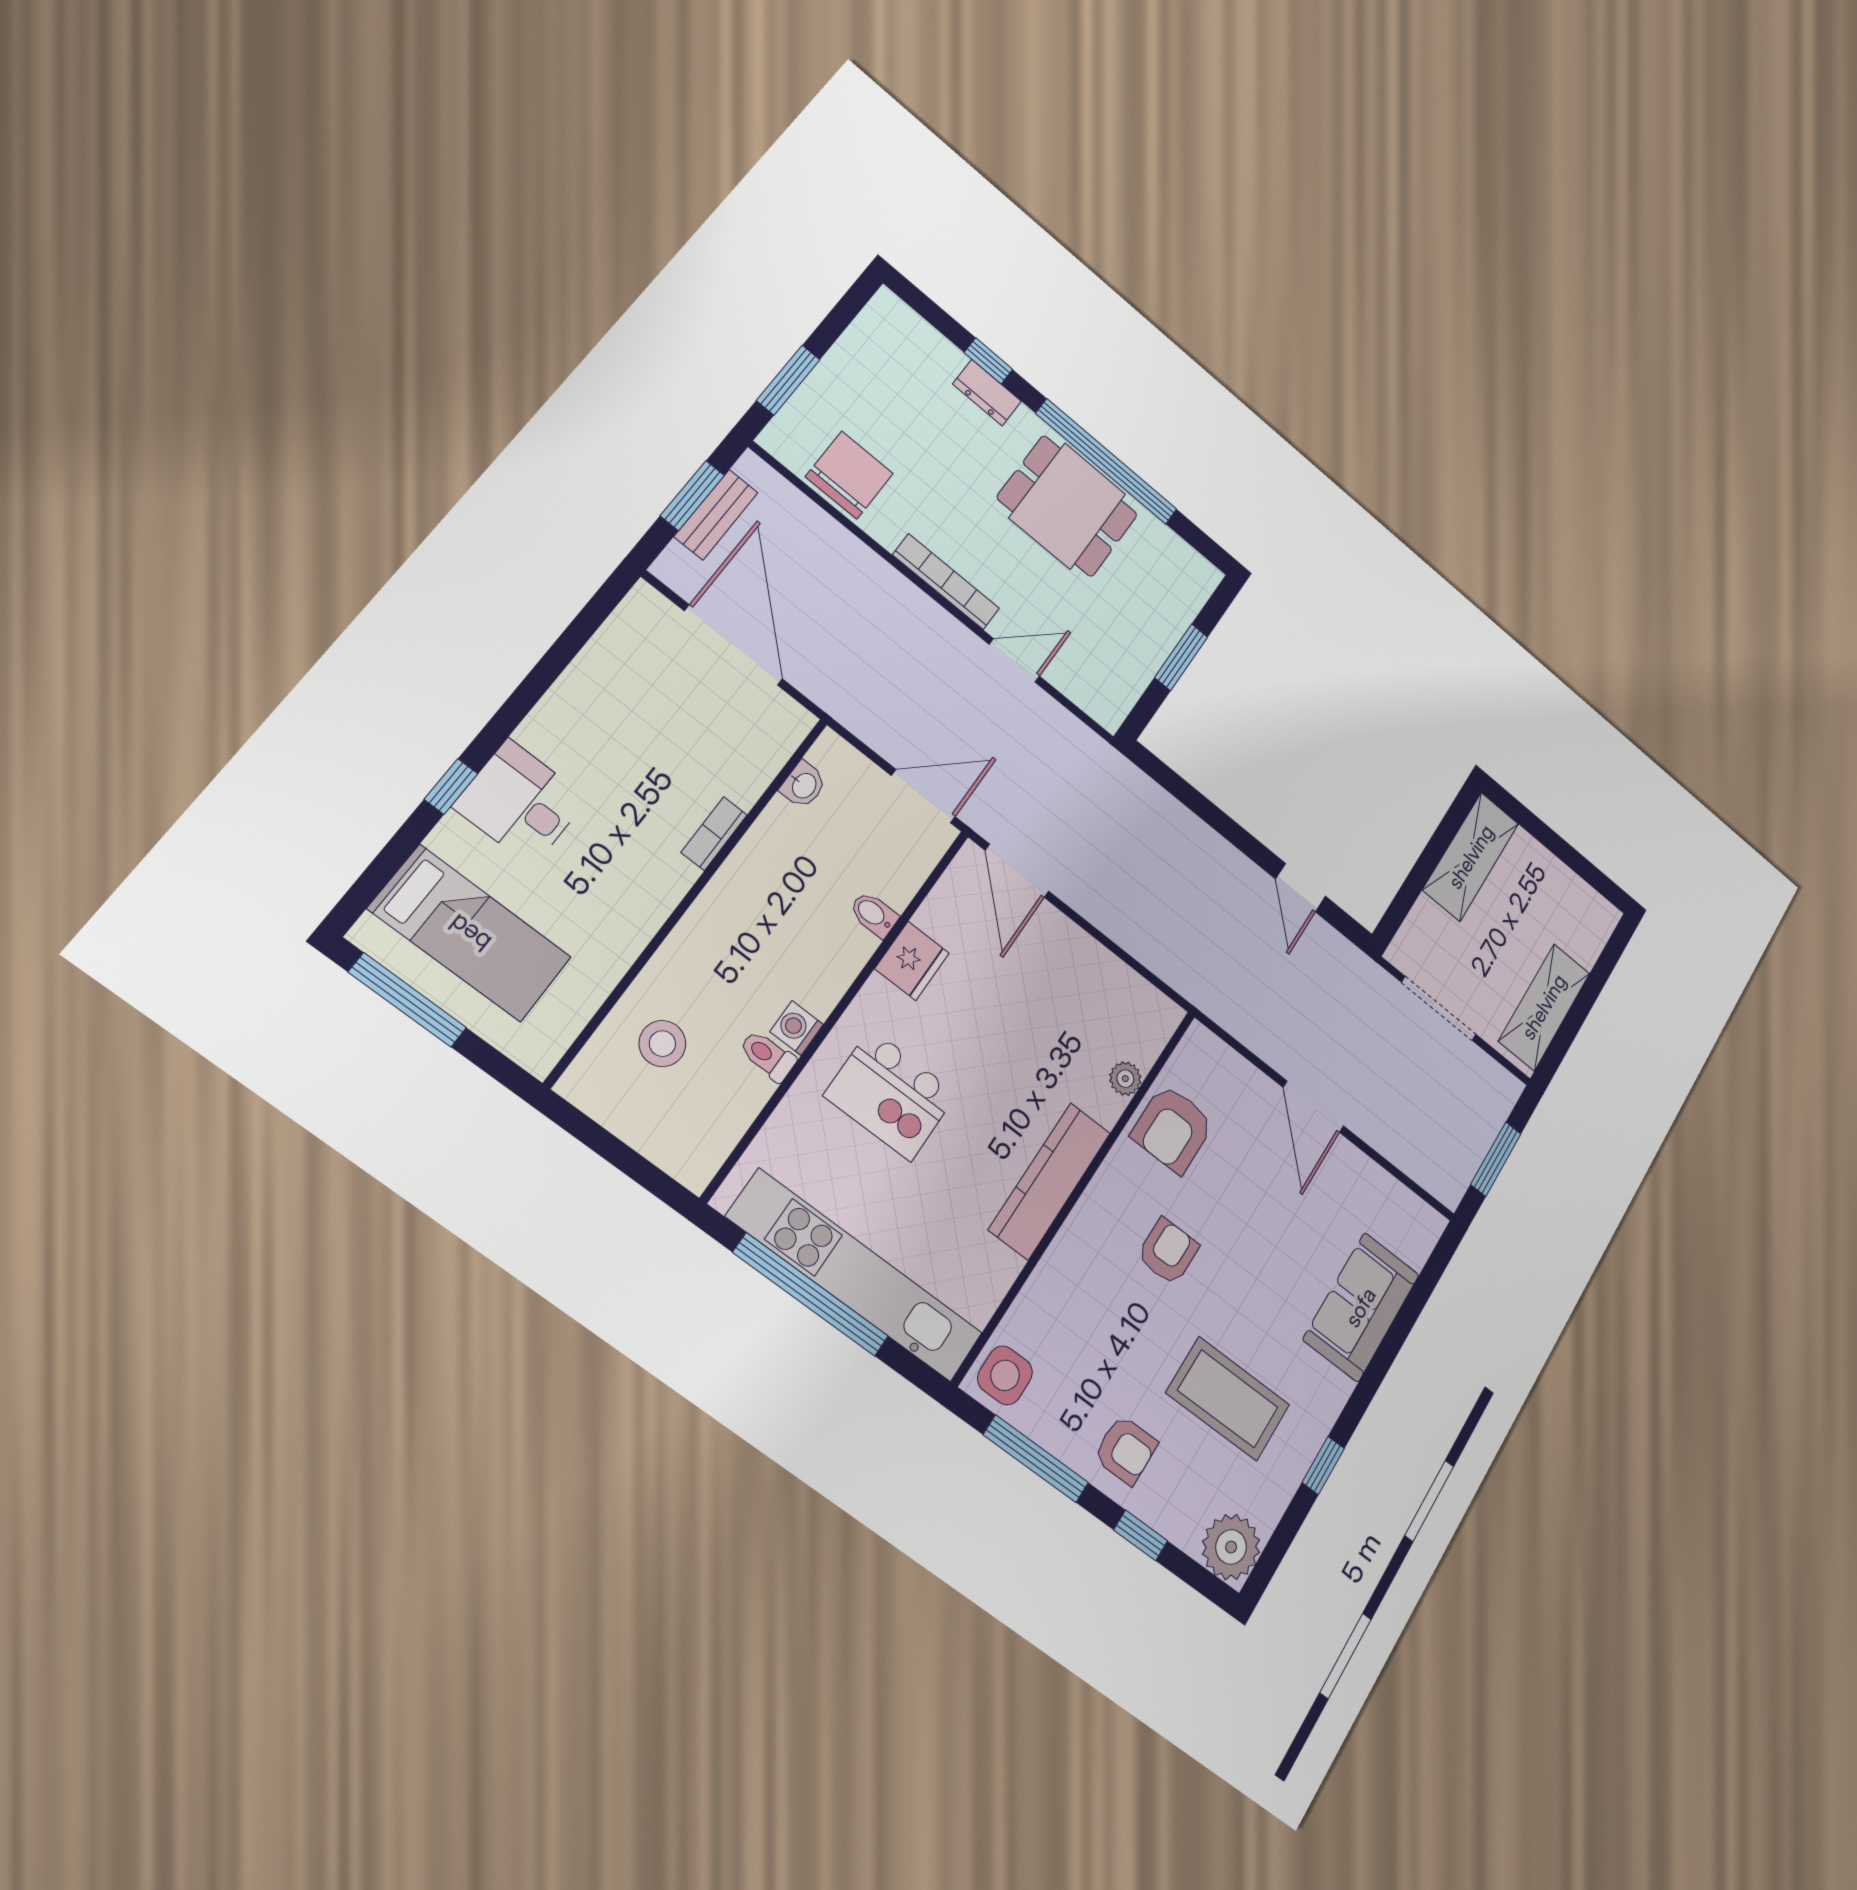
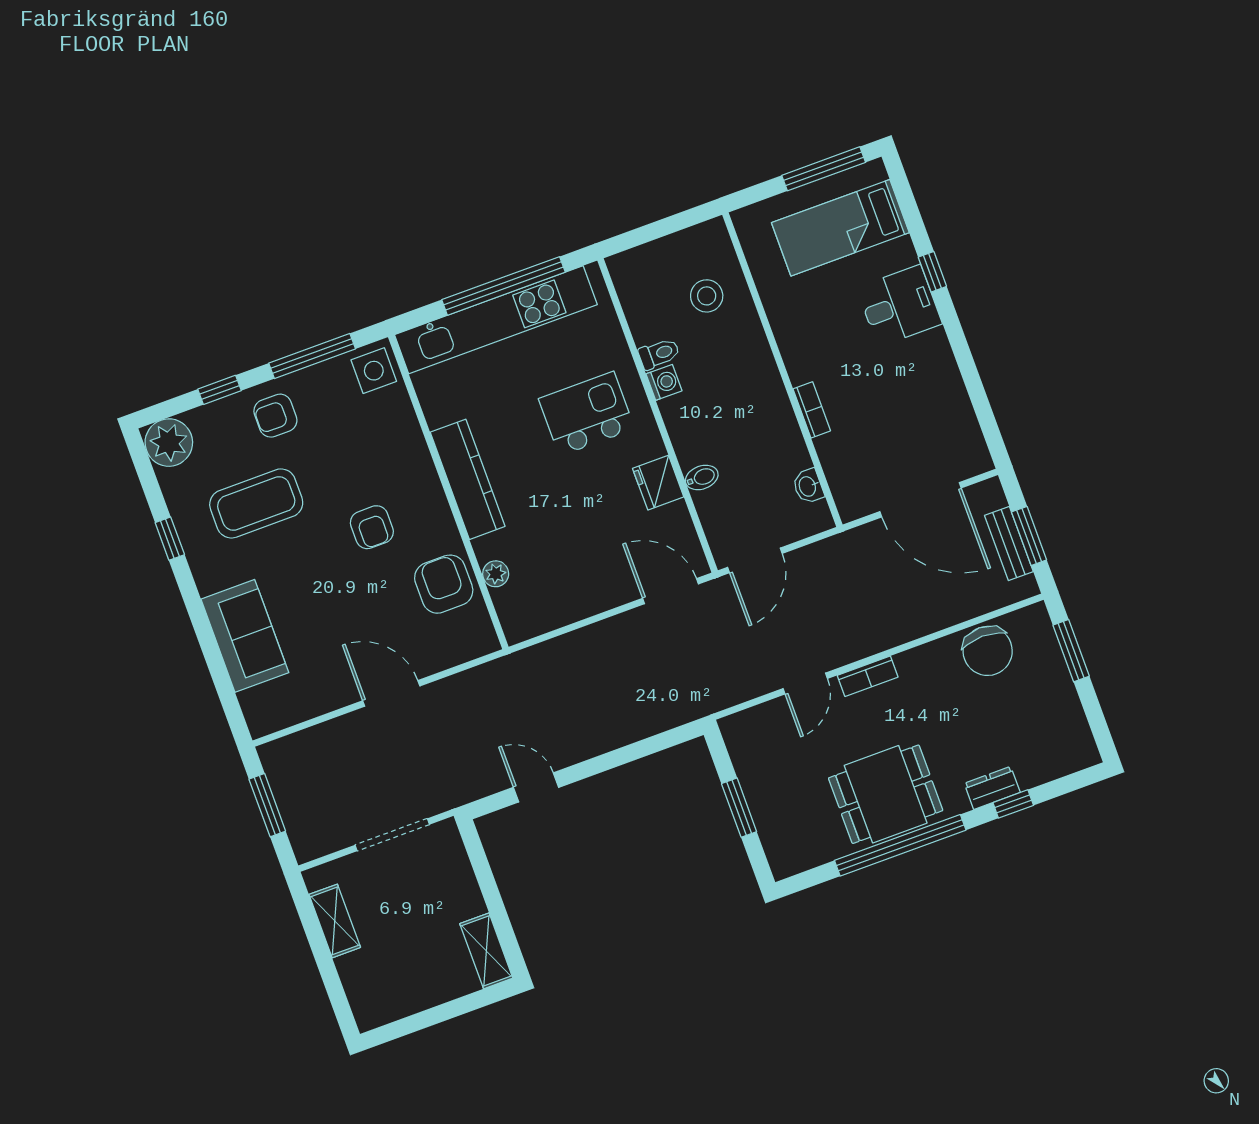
bookcase: (946, 582) -> (868, 676), width x0.64
shelving: (1471, 857) -> (486, 951), width x0.67, depth x0.75
shelving: (1544, 1007) -> (335, 921), width x0.67, depth x0.75

